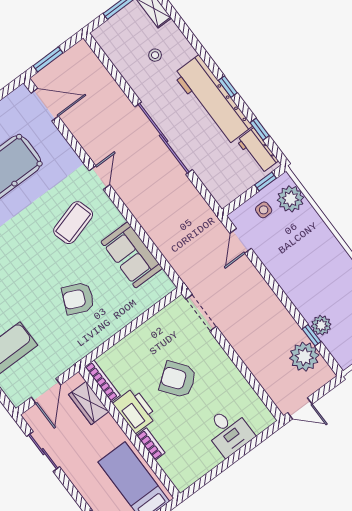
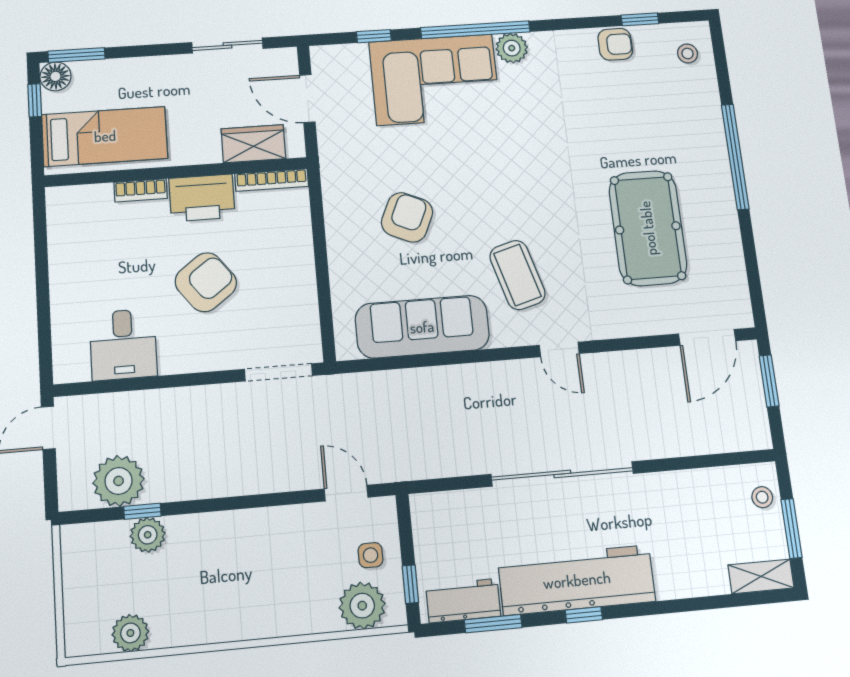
stool: (155, 55) -> (762, 497), moved
window: (260, 129) -> (493, 624), width x1.50
sofa: (132, 255) -> (422, 327), width x1.36
desk: (229, 431) -> (123, 344), moved, turned -90

